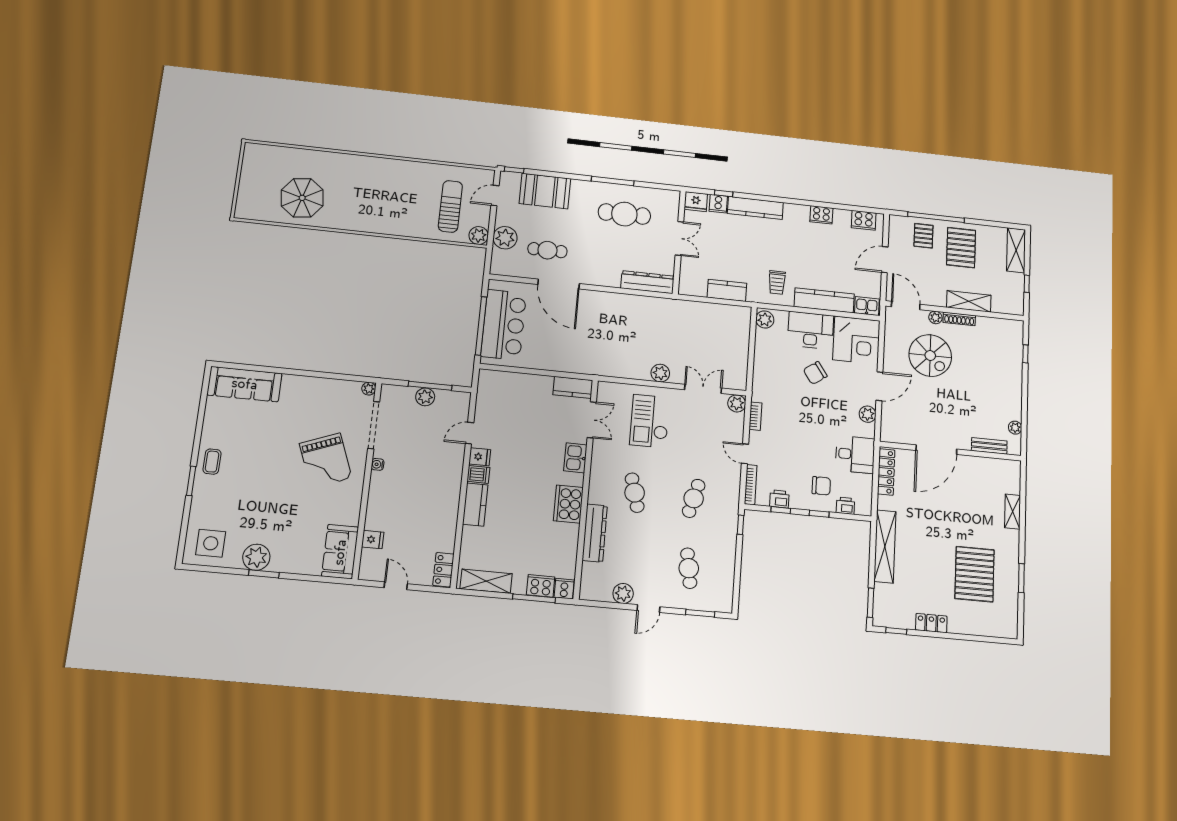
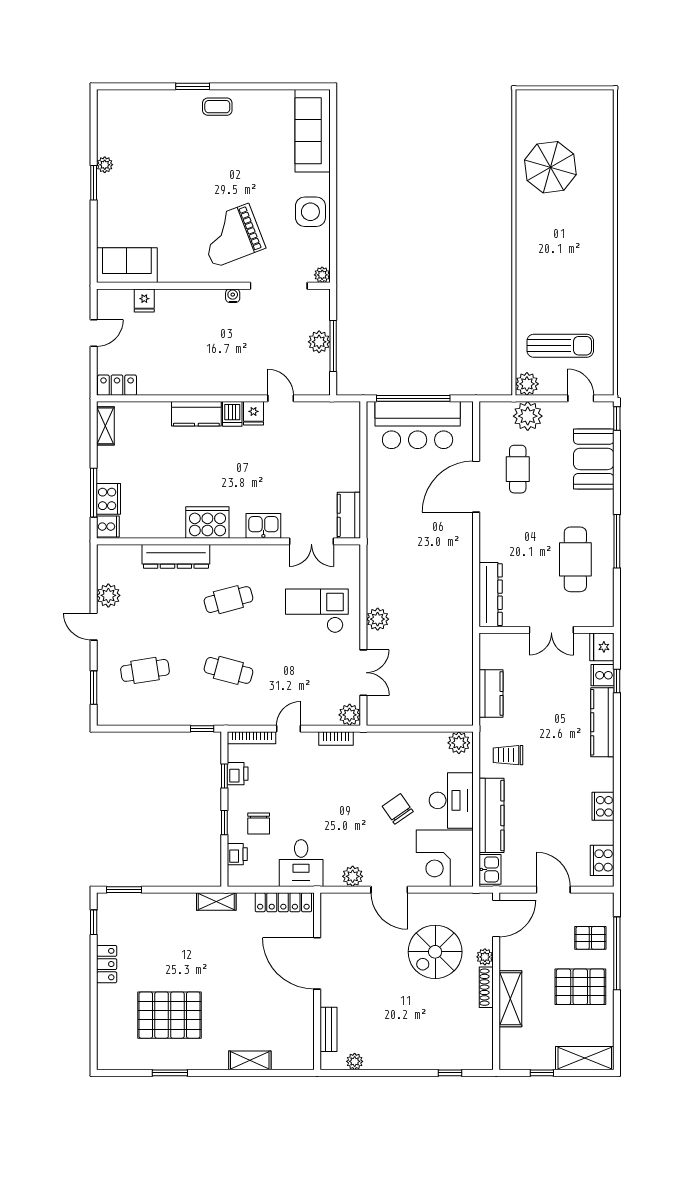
side table: (211, 543) -> (310, 212), moved
shelving: (885, 546) -> (216, 901), width x0.45, depth x0.75
plant: (256, 557) -> (105, 165), width x0.53, depth x0.53
shelving: (486, 581) -> (105, 426), width x0.67, depth x0.75

